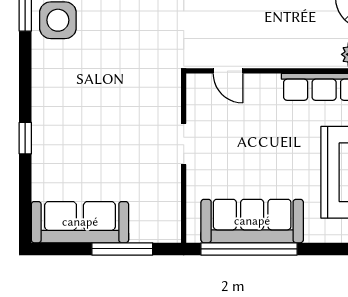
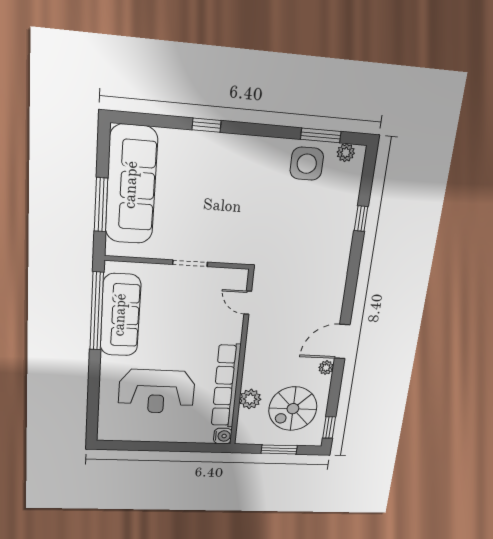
door: (228, 71) -> (248, 303), hinge flipped
sofa: (80, 222) -> (131, 185), width x1.36, depth x1.27

